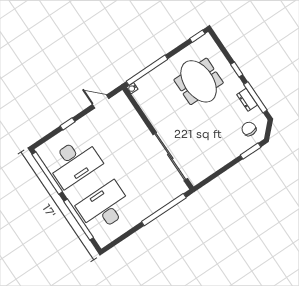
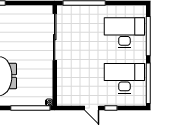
door: (101, 101) -> (92, 108), moved
desk: (104, 207) -> (124, 33), turned 180

